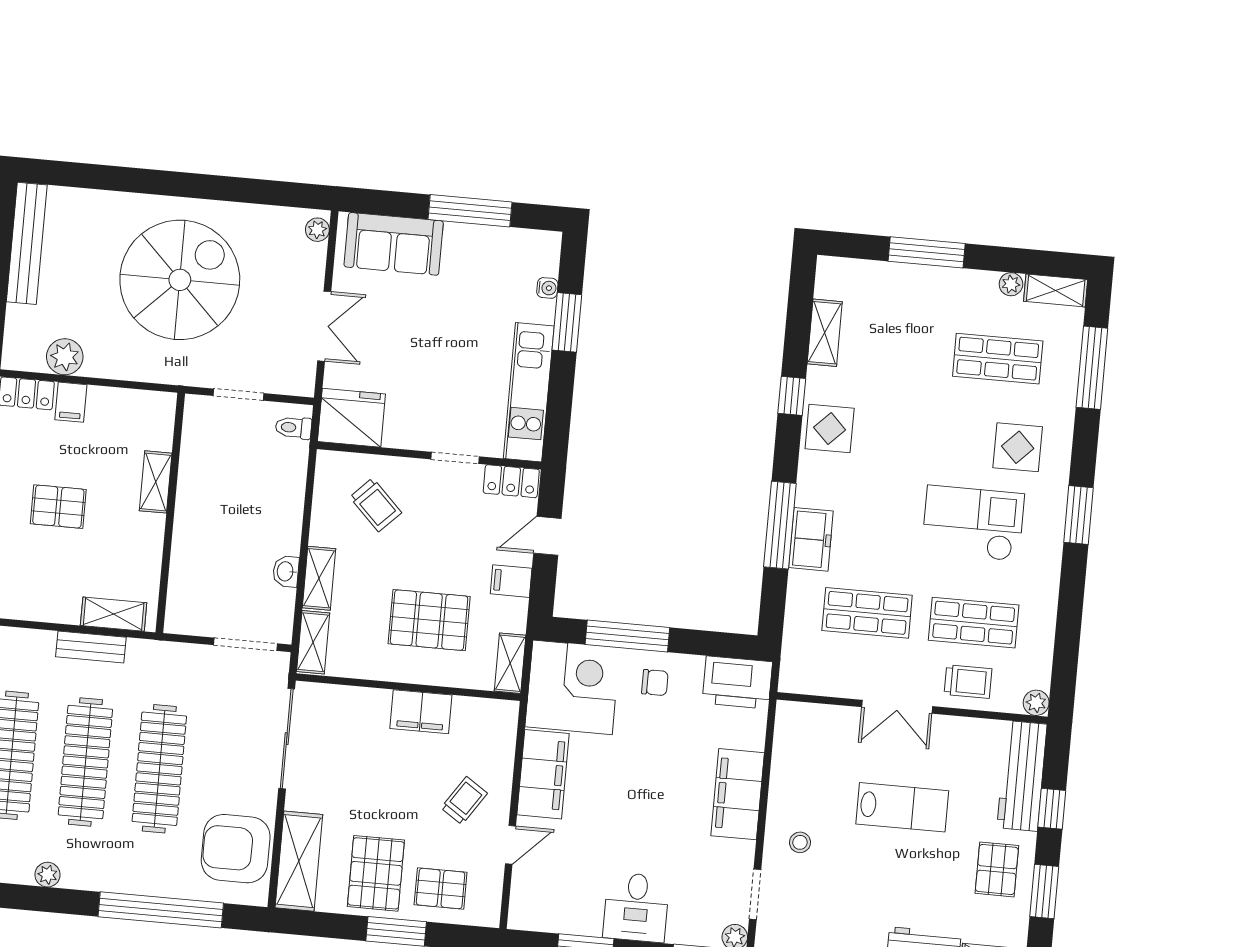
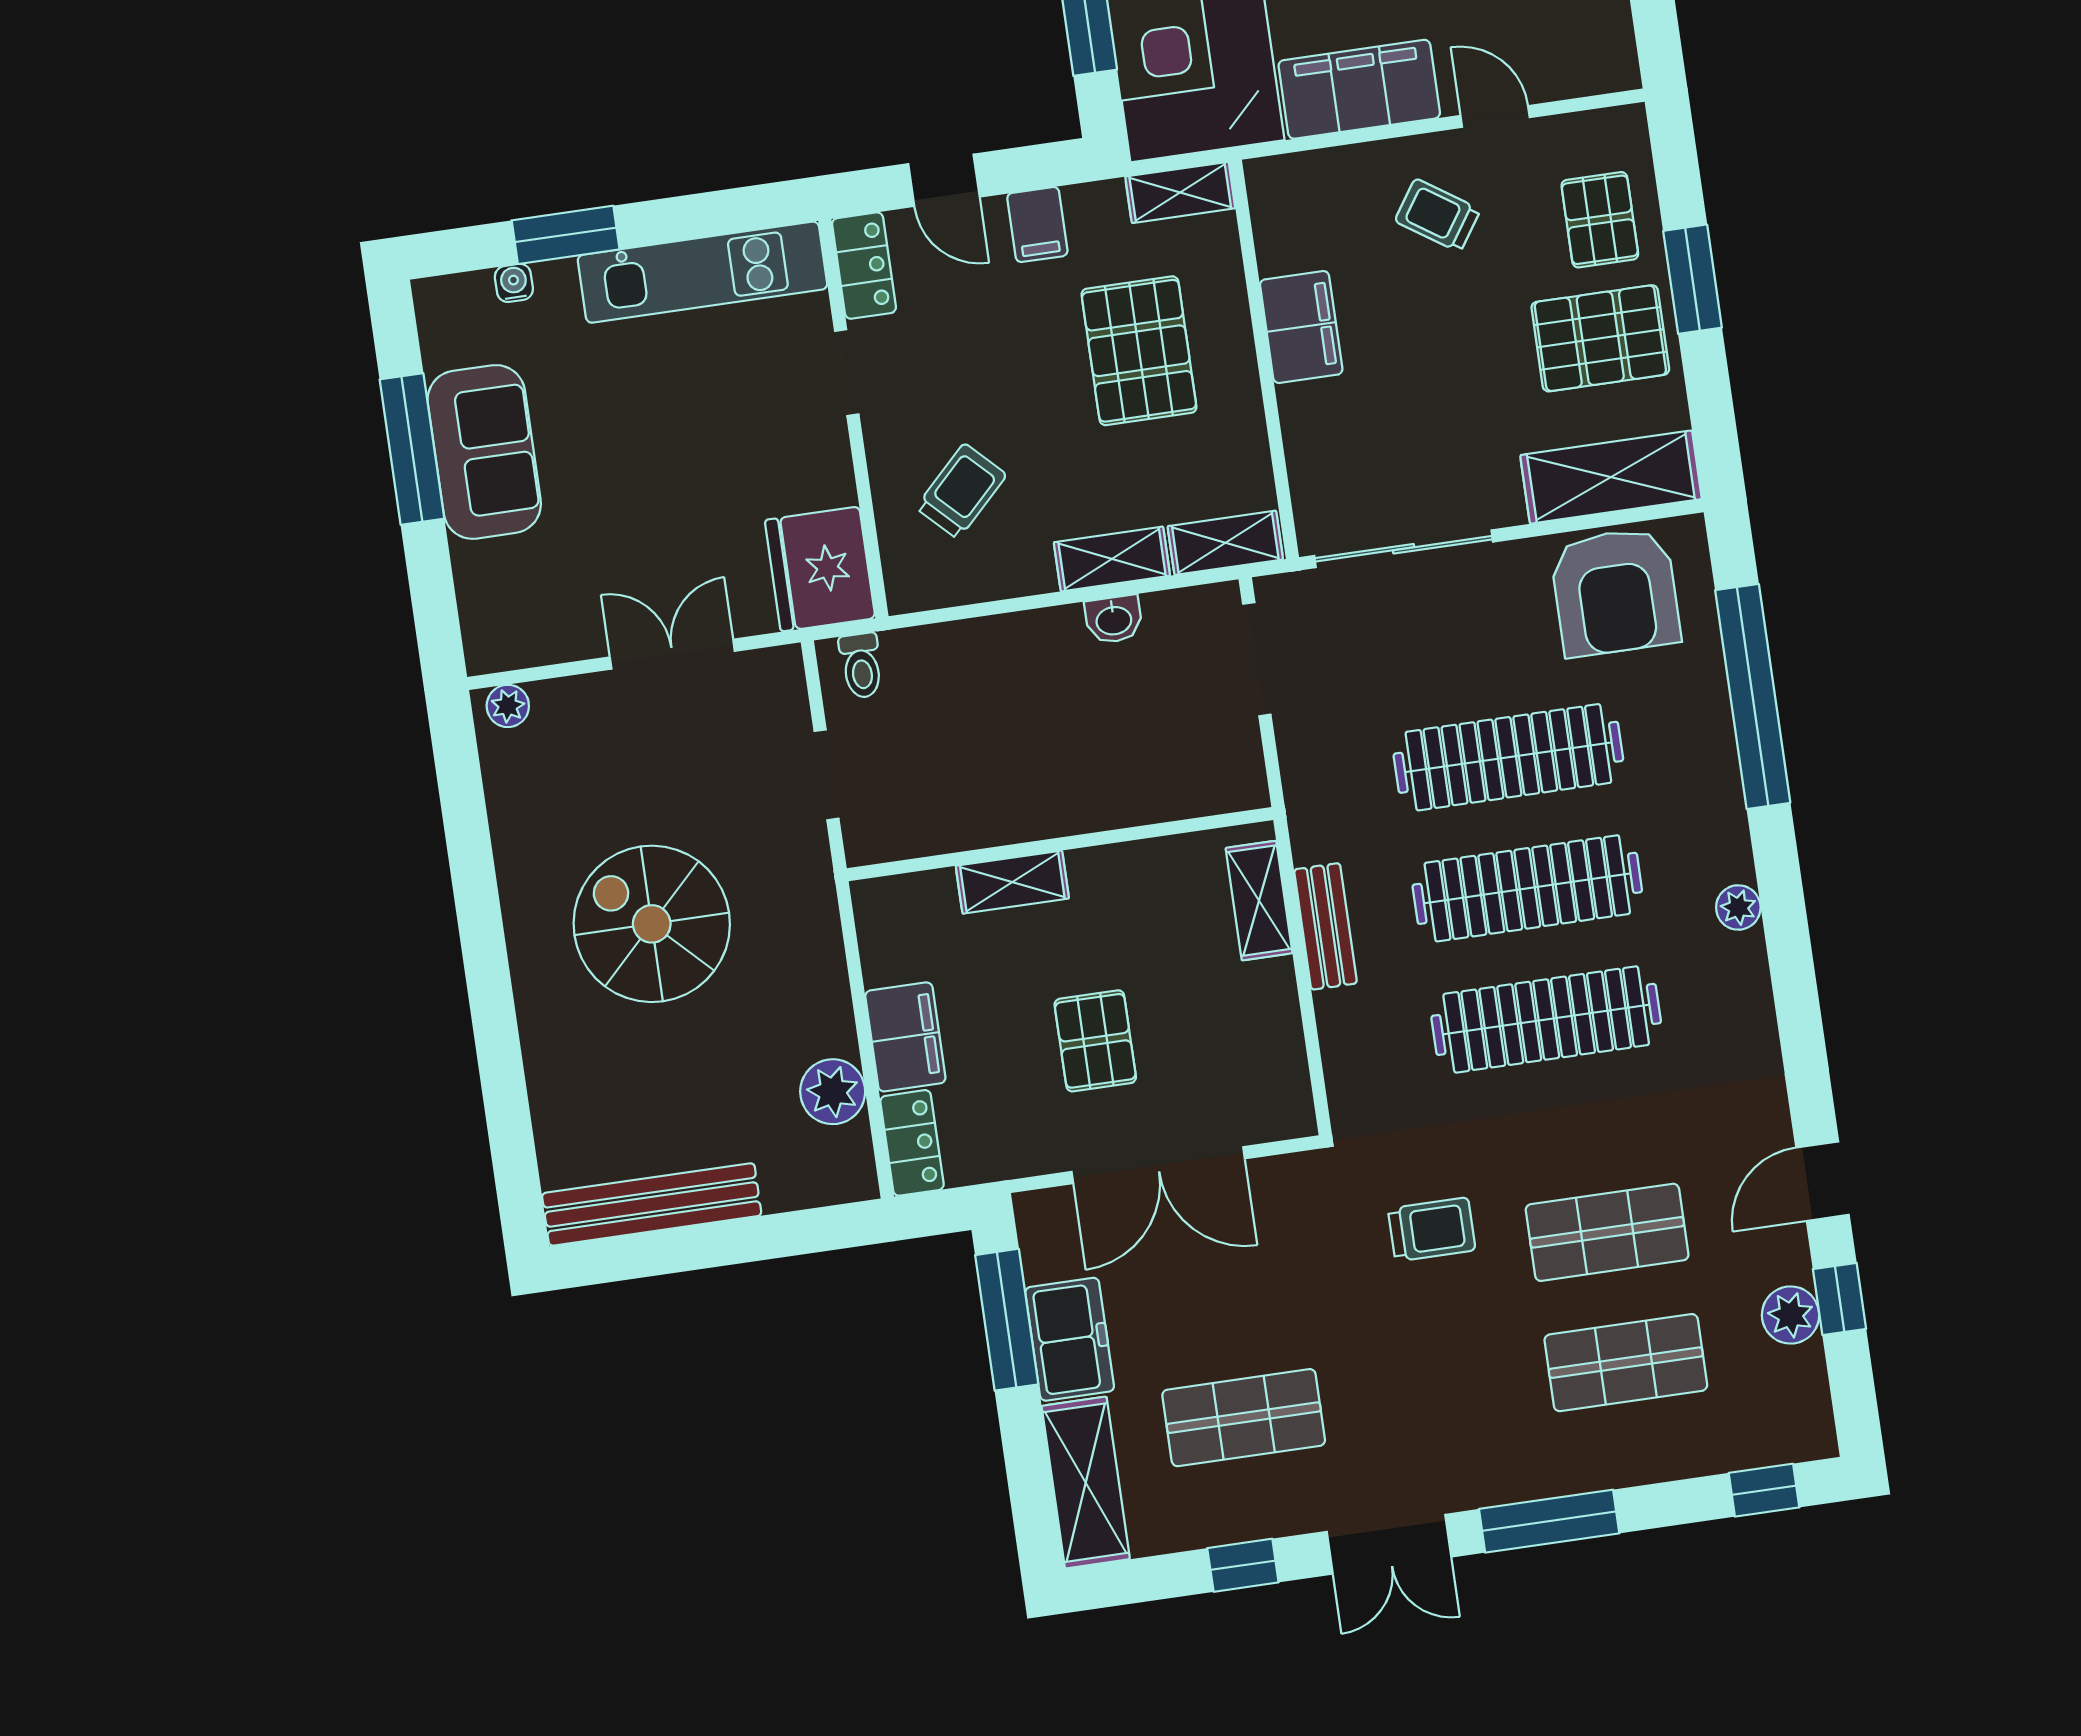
sofa: (394, 244) -> (484, 452), moved
spiral stairs: (180, 280) -> (652, 924), width x0.73, depth x0.73
filing cabinet: (71, 402) -> (905, 1037), width x2.00

